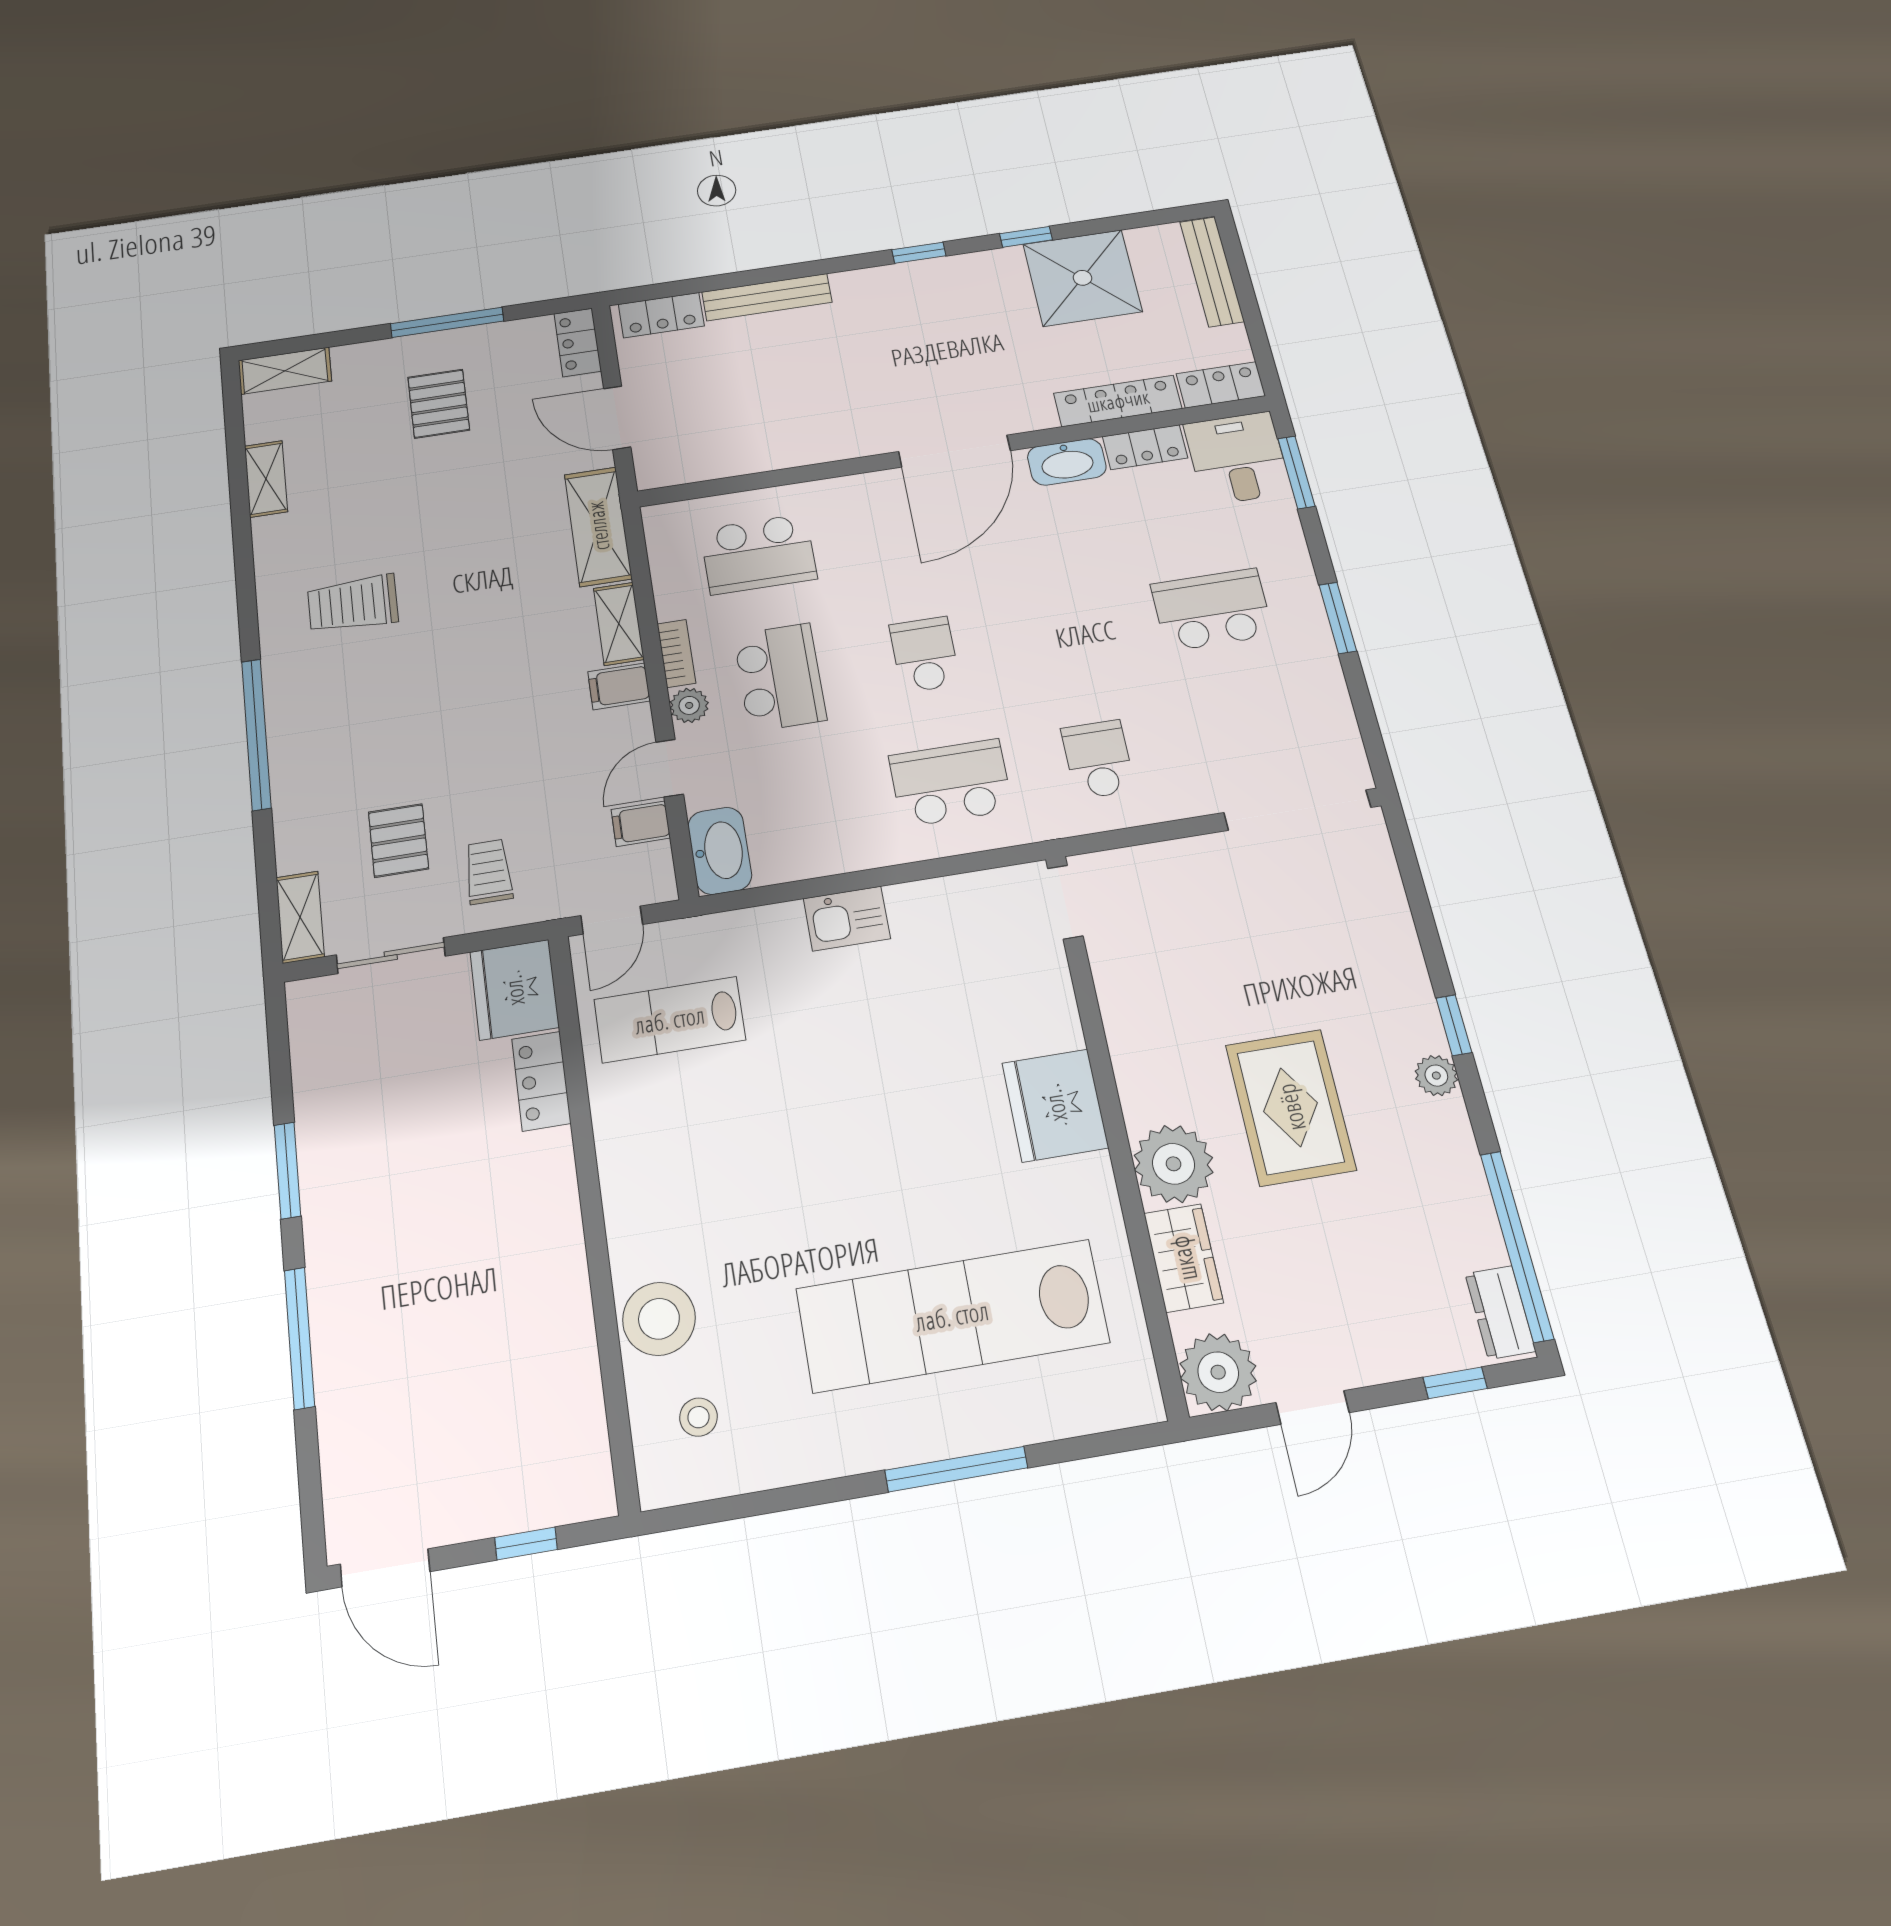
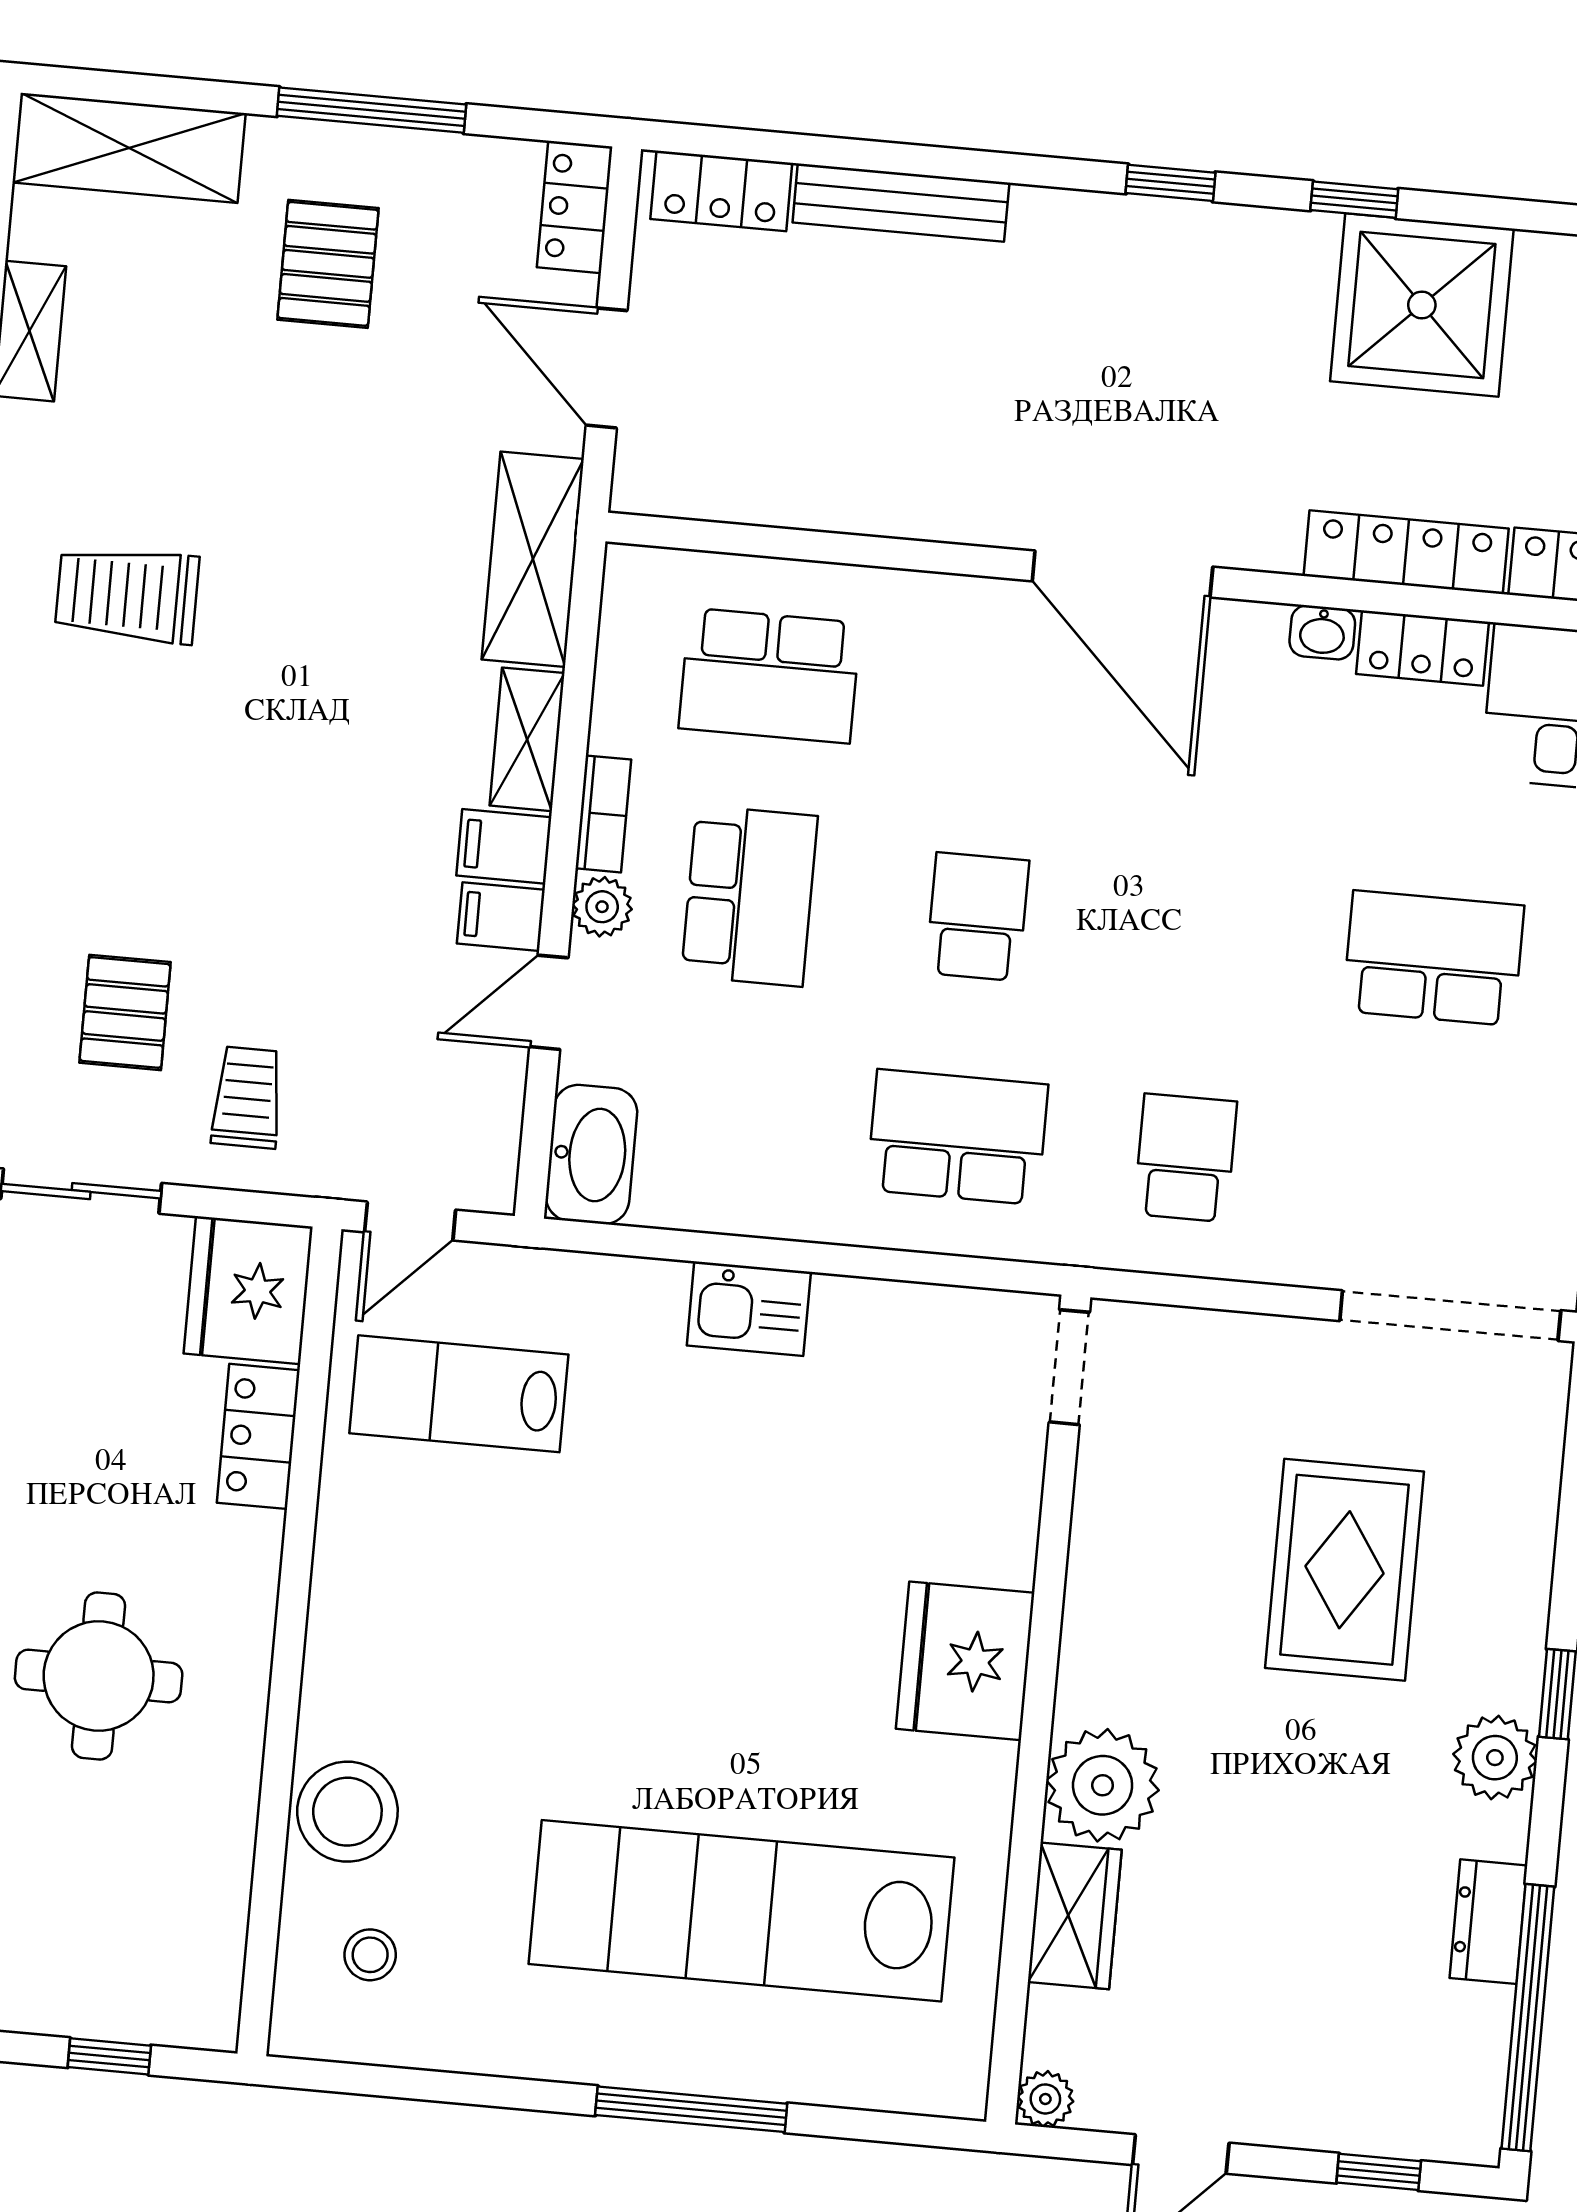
shelving: (285, 371) -> (129, 148), width x1.50, depth x1.33
door: (954, 451) -> (1122, 574), hinge flipped
washbasin: (1067, 462) -> (1322, 632), width x0.52, depth x0.69
filing cabinet: (641, 824) -> (501, 917), moved
plant: (1436, 1076) -> (1495, 1758), width x1.38, depth x1.38
rug: (1291, 1107) -> (1345, 1570), moved
round table: (464, 1270) -> (99, 1676), added
dresser: (1500, 1312) -> (1488, 1922), moved
plant: (1218, 1372) -> (1045, 2099), width x0.53, depth x0.53

